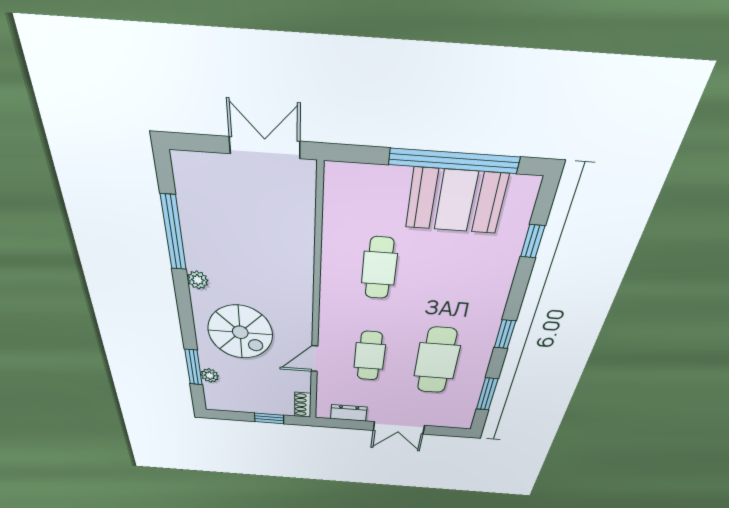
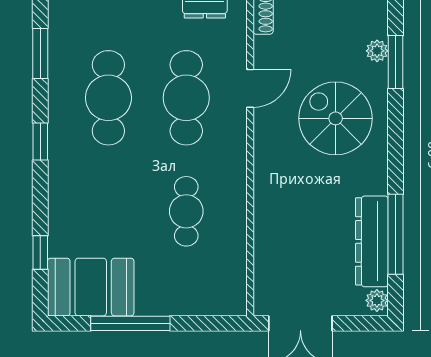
window: (454, 161) -> (130, 323), width x0.68
booth: (456, 201) -> (91, 287), moved
dresser: (196, 228) -> (372, 241), added
plant: (198, 280) -> (377, 300), moved
cafe table: (370, 356) -> (186, 98), width x1.37, depth x1.35

